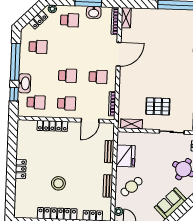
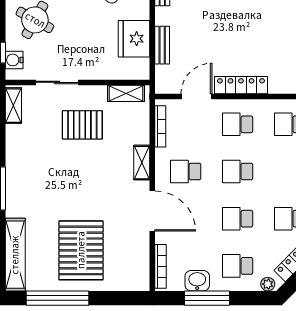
shelving: (126, 18) -> (142, 163), moved
pallet: (161, 33) -> (81, 250), added
school desk: (69, 48) -> (238, 219), added
door: (119, 54) -> (152, 211), swing flipped
locker: (52, 126) -> (241, 85), moved

